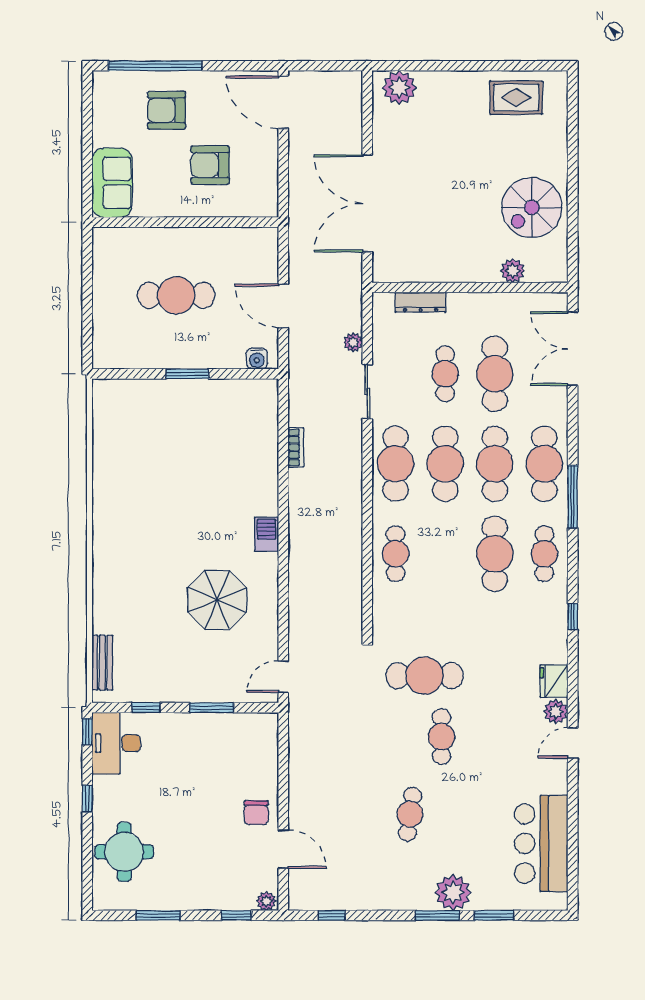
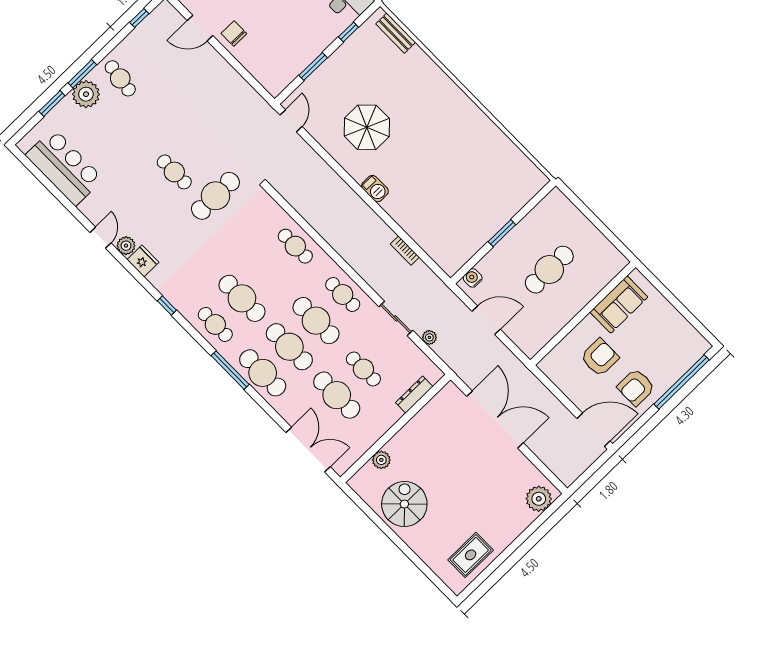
armchair: (167, 110) -> (636, 387), moved, turned 180
sofa: (112, 183) -> (619, 305), moved, turned -90
cafe table: (396, 464) -> (343, 294), width x0.73, depth x0.74
cafe table: (410, 814) -> (120, 78), moved

